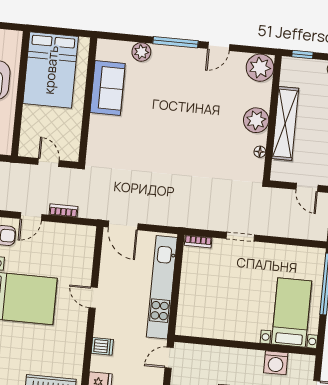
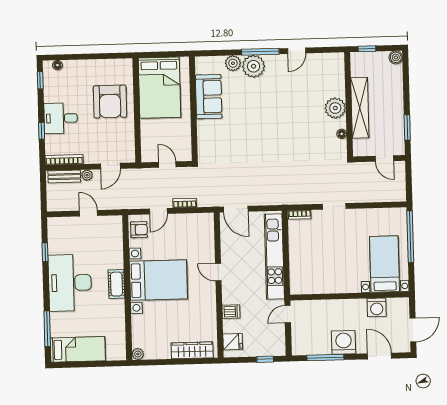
plant: (260, 68) -> (254, 66), moved

